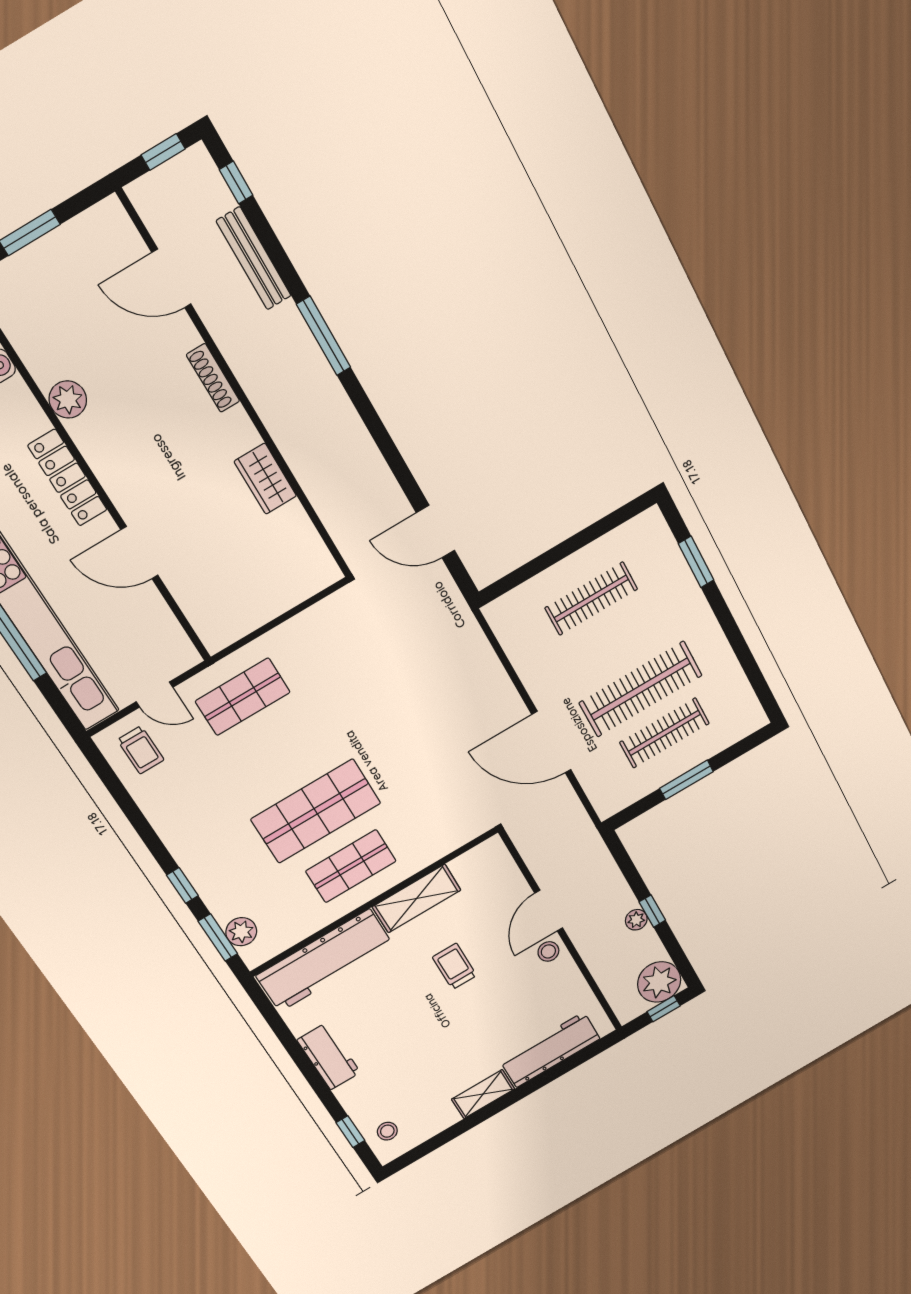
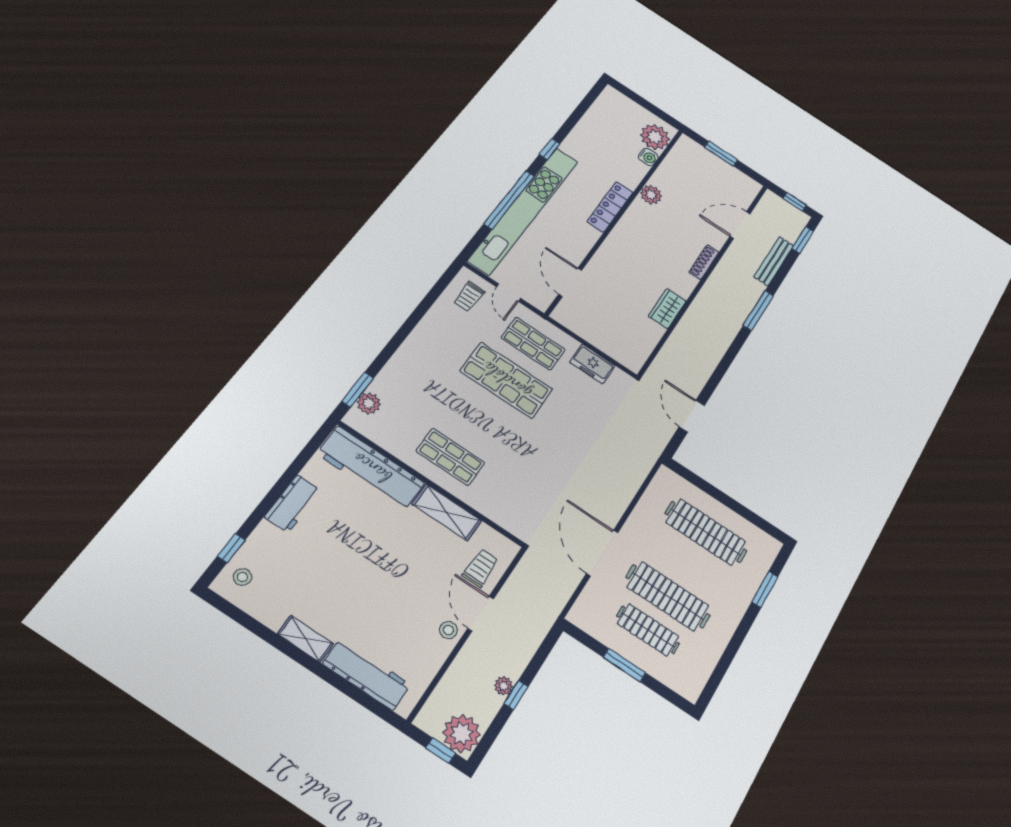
window: (236, 182) -> (803, 240), width x1.50
door: (171, 278) -> (740, 225), hinge flipped
door: (139, 553) -> (570, 282), moved
clothes rail: (591, 599) -> (706, 532), width x1.37, depth x1.31
freezer: (304, 631) -> (592, 364), added
shop shelf: (316, 811) -> (506, 380), moved
window: (182, 885) -> (387, 353), removed
door: (549, 911) -> (481, 614), hinge flipped
trolley: (455, 966) -> (480, 568), moved

